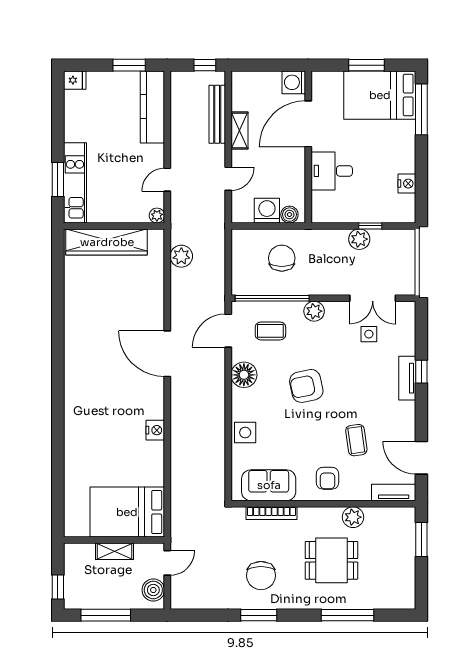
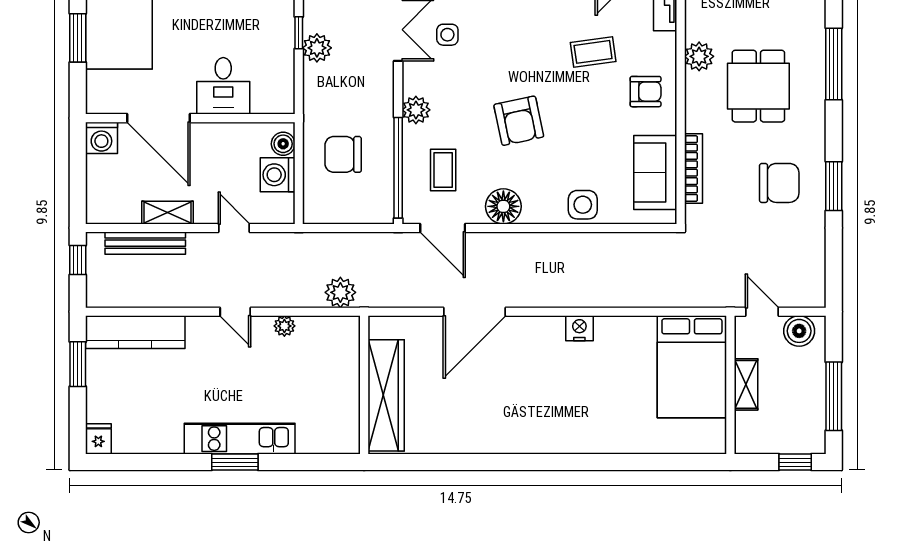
wall: (114, 226) -> (364, 385), moved
wardrobe: (107, 242) -> (386, 395), moved

